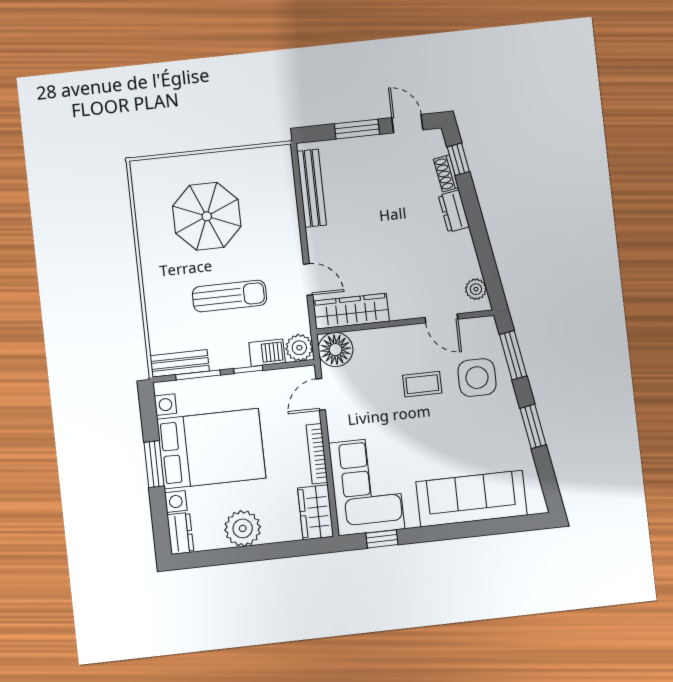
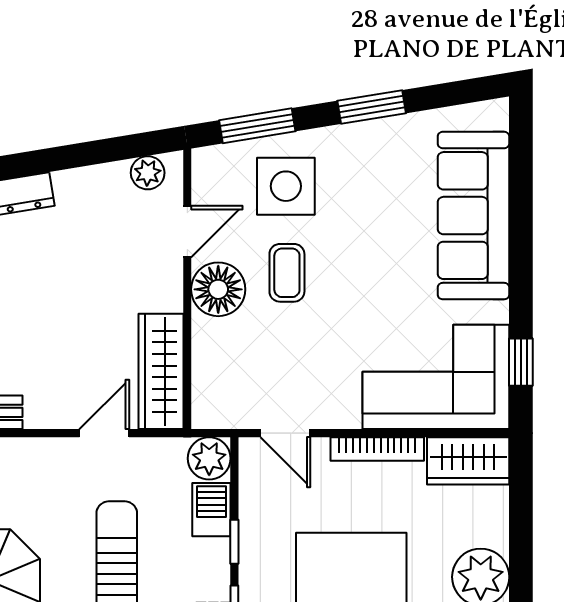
floor lamp: (336, 350) -> (218, 289), moved

